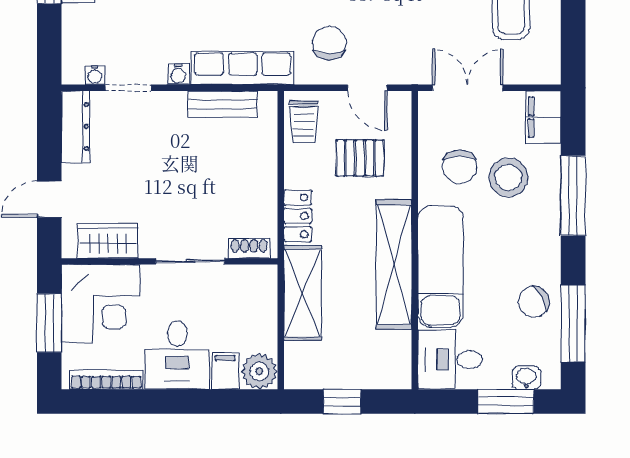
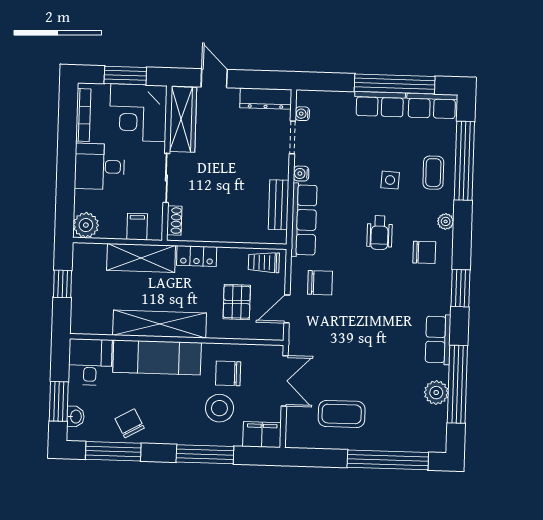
wardrobe: (108, 241) -> (183, 119), width x1.50
filing cabinet: (225, 371) -> (137, 227), moved, turned -90

